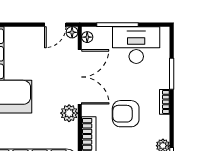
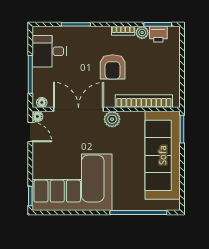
desk: (136, 45) -> (49, 51), width x0.73
bookcase: (165, 102) -> (123, 31), moved

